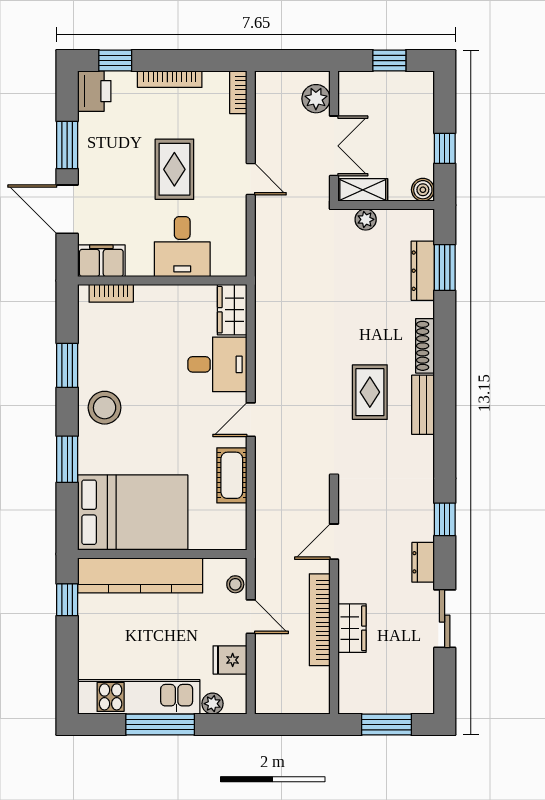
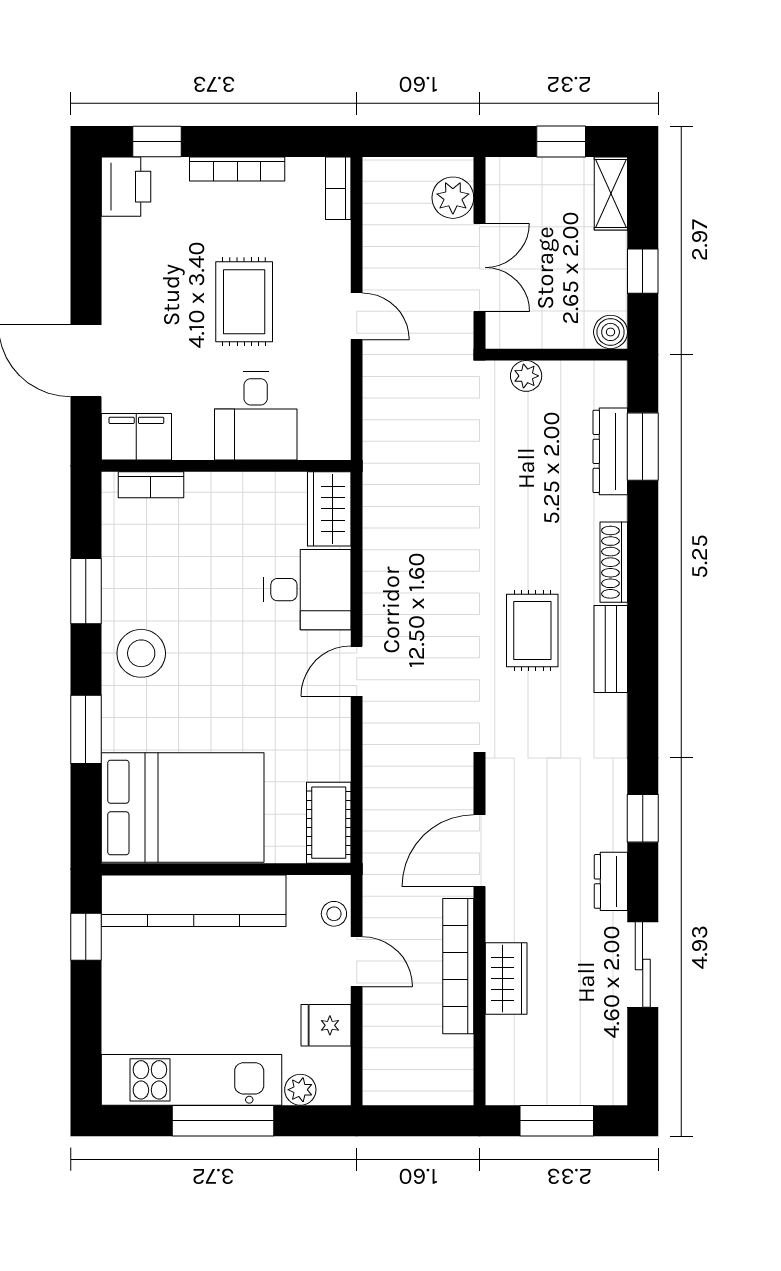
window: (67, 145) -> (86, 266), removed
shelving: (363, 190) -> (611, 194), moved, turned 90
cot: (232, 475) -> (329, 823), moved
door: (334, 542) -> (479, 851), width x1.38

